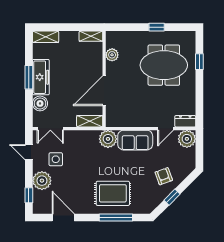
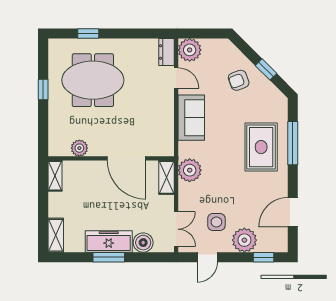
meeting table: (164, 65) -> (93, 80), turned 90
plant: (108, 139) -> (190, 170), moved

